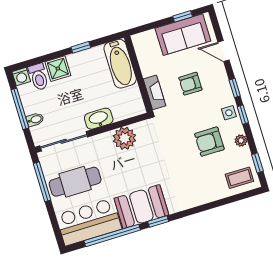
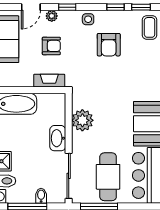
armchair: (190, 84) -> (51, 46), turned -90
window: (243, 115) -> (115, 7), moved
plant: (241, 141) -> (52, 16), moved

